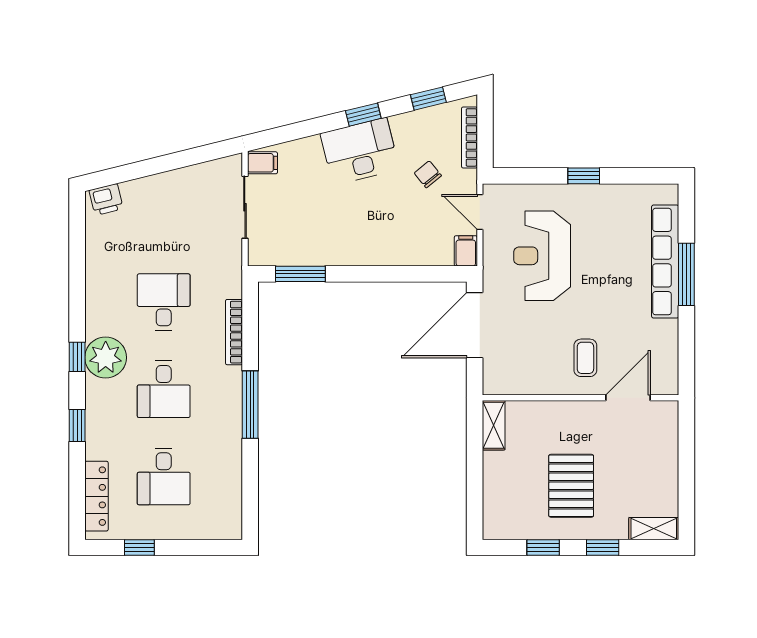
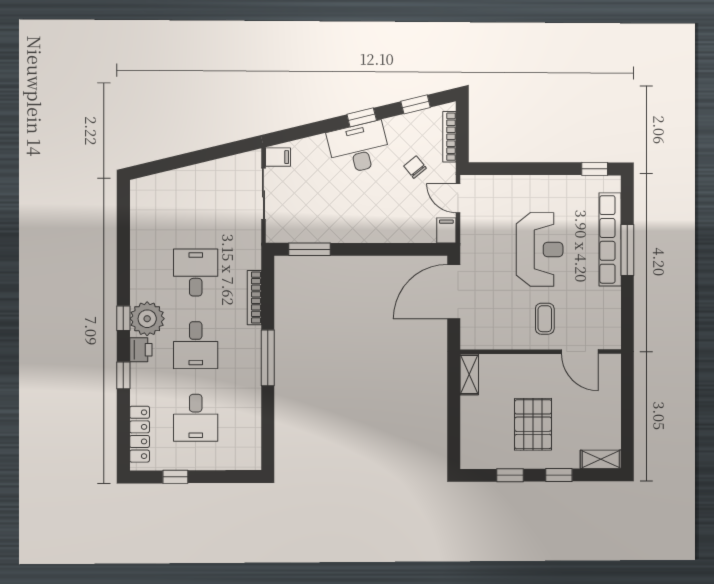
window: (584, 176) -> (595, 169), moved
printer: (106, 200) -> (141, 350), moved, turned -76
reception desk: (542, 256) -> (540, 249), moved, turned 180
door: (628, 398) -> (580, 352), swing flipped

